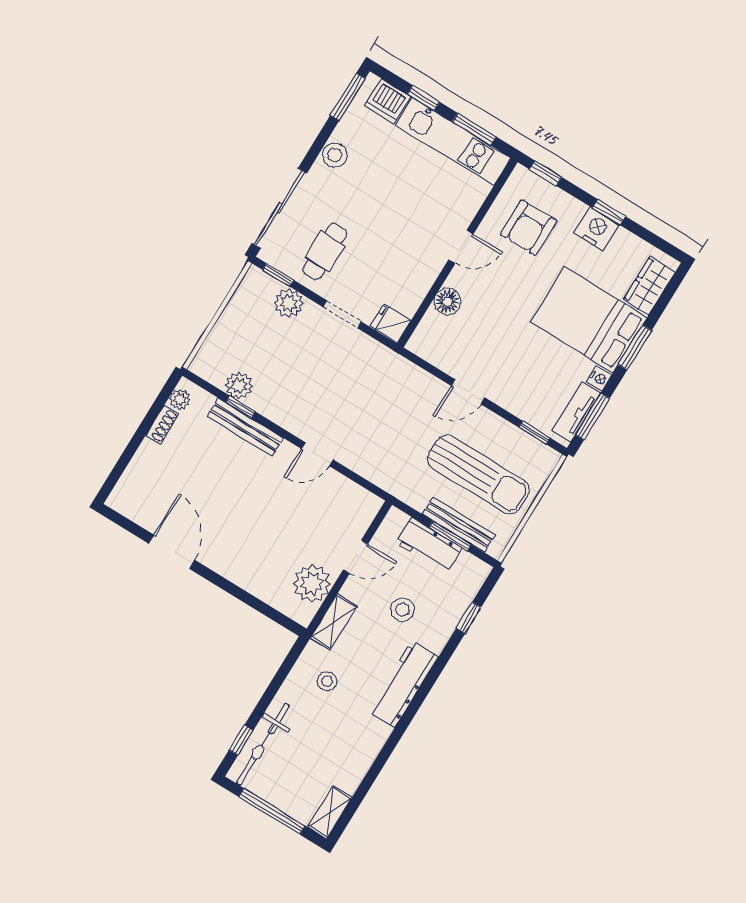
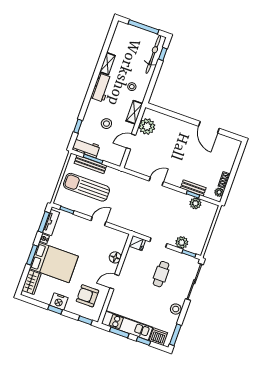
armchair: (529, 228) -> (87, 296), turned -90
cafe table: (325, 251) -> (161, 274), moved
bench: (245, 427) -> (193, 188), width x0.73
workbench: (429, 545) -> (86, 148), moved
workbench: (403, 684) -> (101, 88), width x0.73
shelving: (330, 812) -> (107, 64), moved

